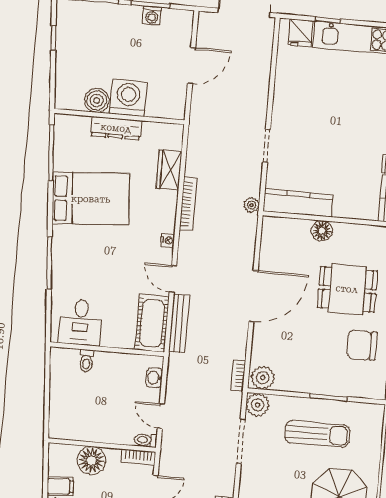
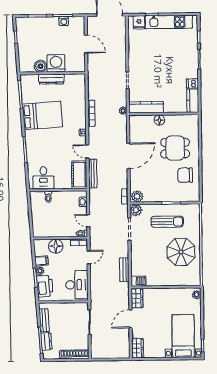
door: (192, 66) -> (86, 44), hinge flipped
wardrobe: (169, 170) -> (80, 97), removed

